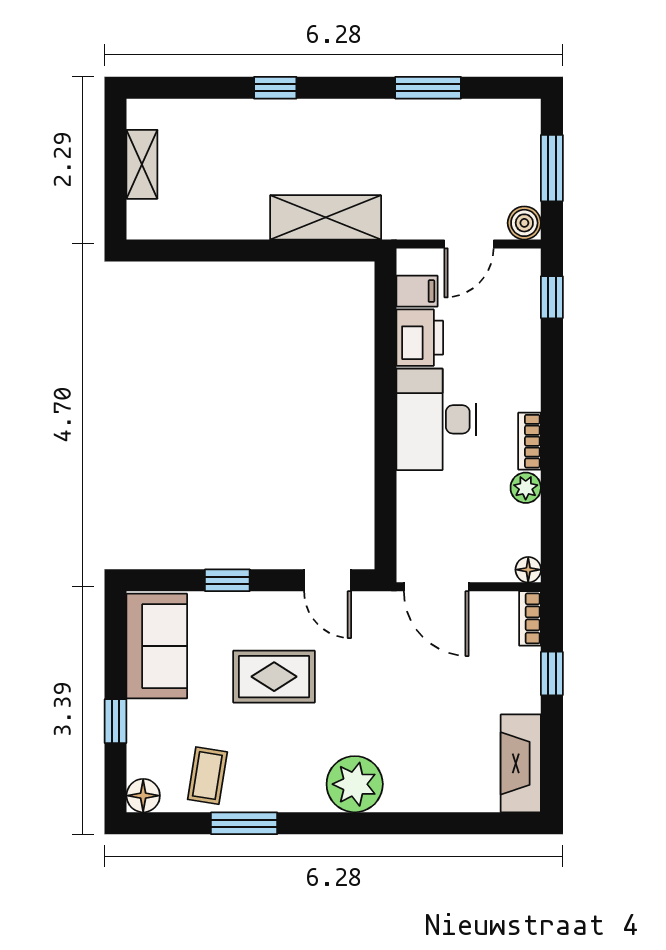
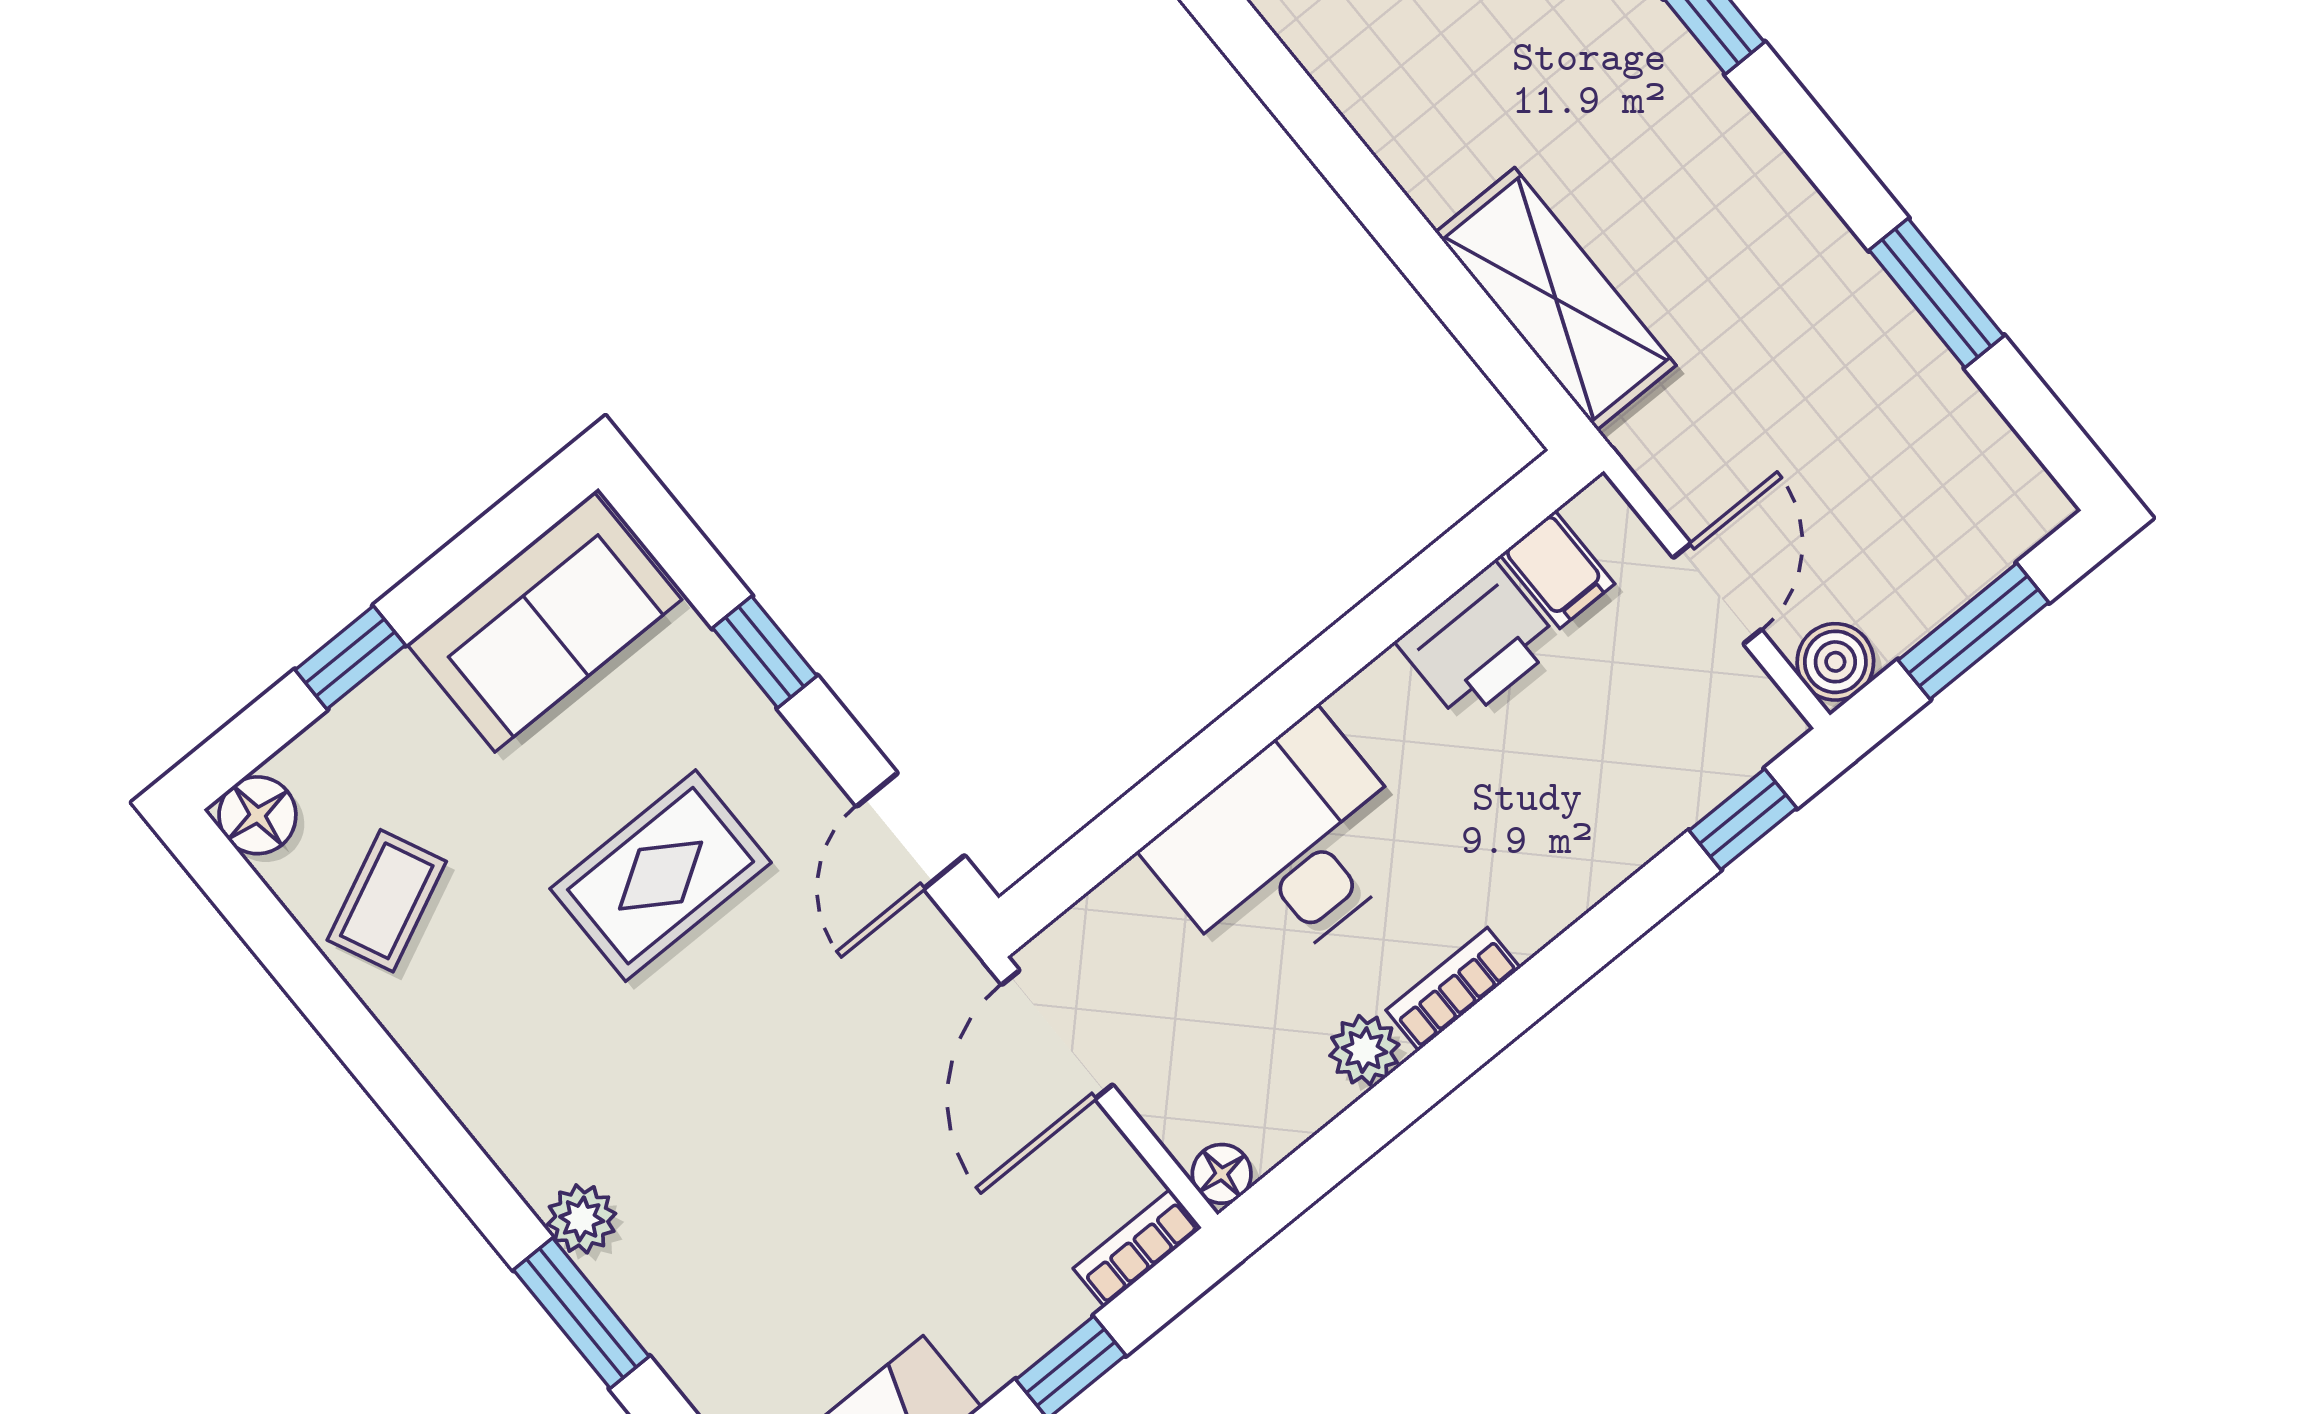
door: (469, 244) -> (1717, 594), swing flipped
desk: (436, 419) -> (1285, 849), moved
rug: (274, 677) -> (661, 876), turned 90
coffee table: (207, 776) -> (387, 901), turned -34
plant: (355, 784) -> (582, 1219), width x0.53, depth x0.53
window: (244, 823) -> (581, 1313), moved

